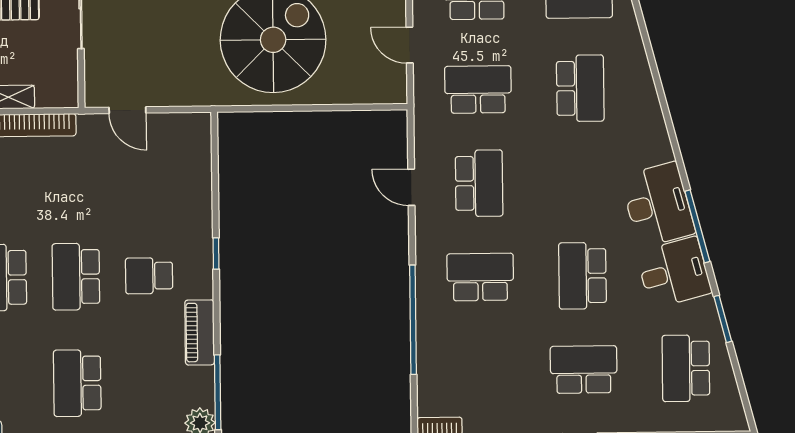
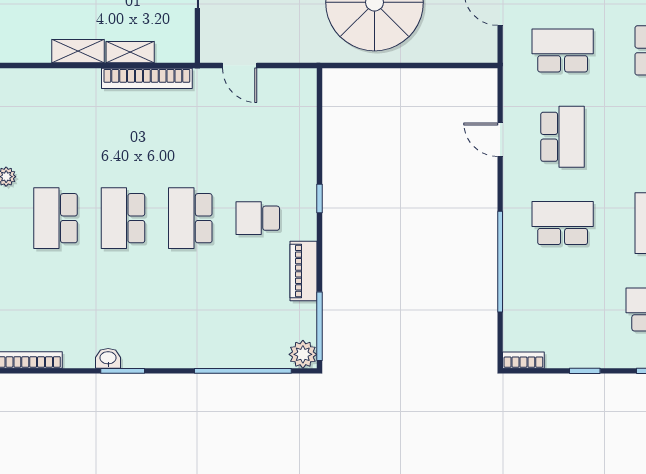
school desk: (77, 383) -> (190, 316), removed

